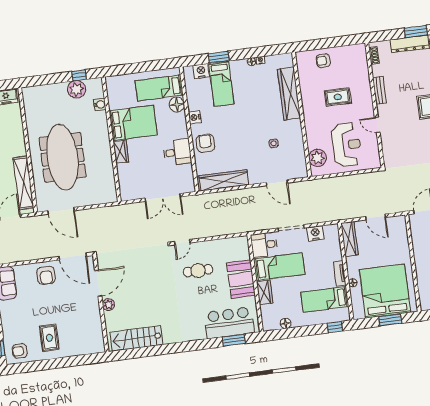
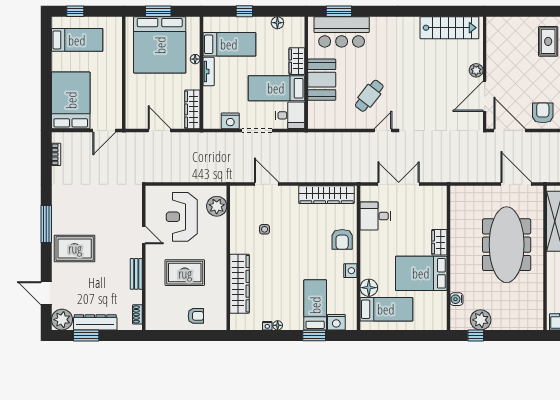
rug: (338, 97) -> (185, 273), width x1.36, depth x1.43
desk: (177, 152) -> (375, 216), moved
cafe table: (198, 271) -> (369, 96), turned -52
window: (335, 327) -> (244, 11), moved

